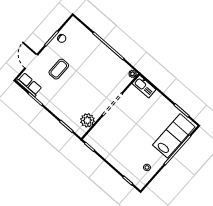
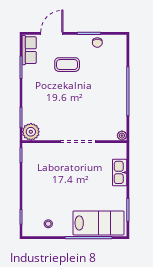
kitchen sink: (144, 86) -> (120, 172), moved
plant: (87, 120) -> (31, 132), moved

